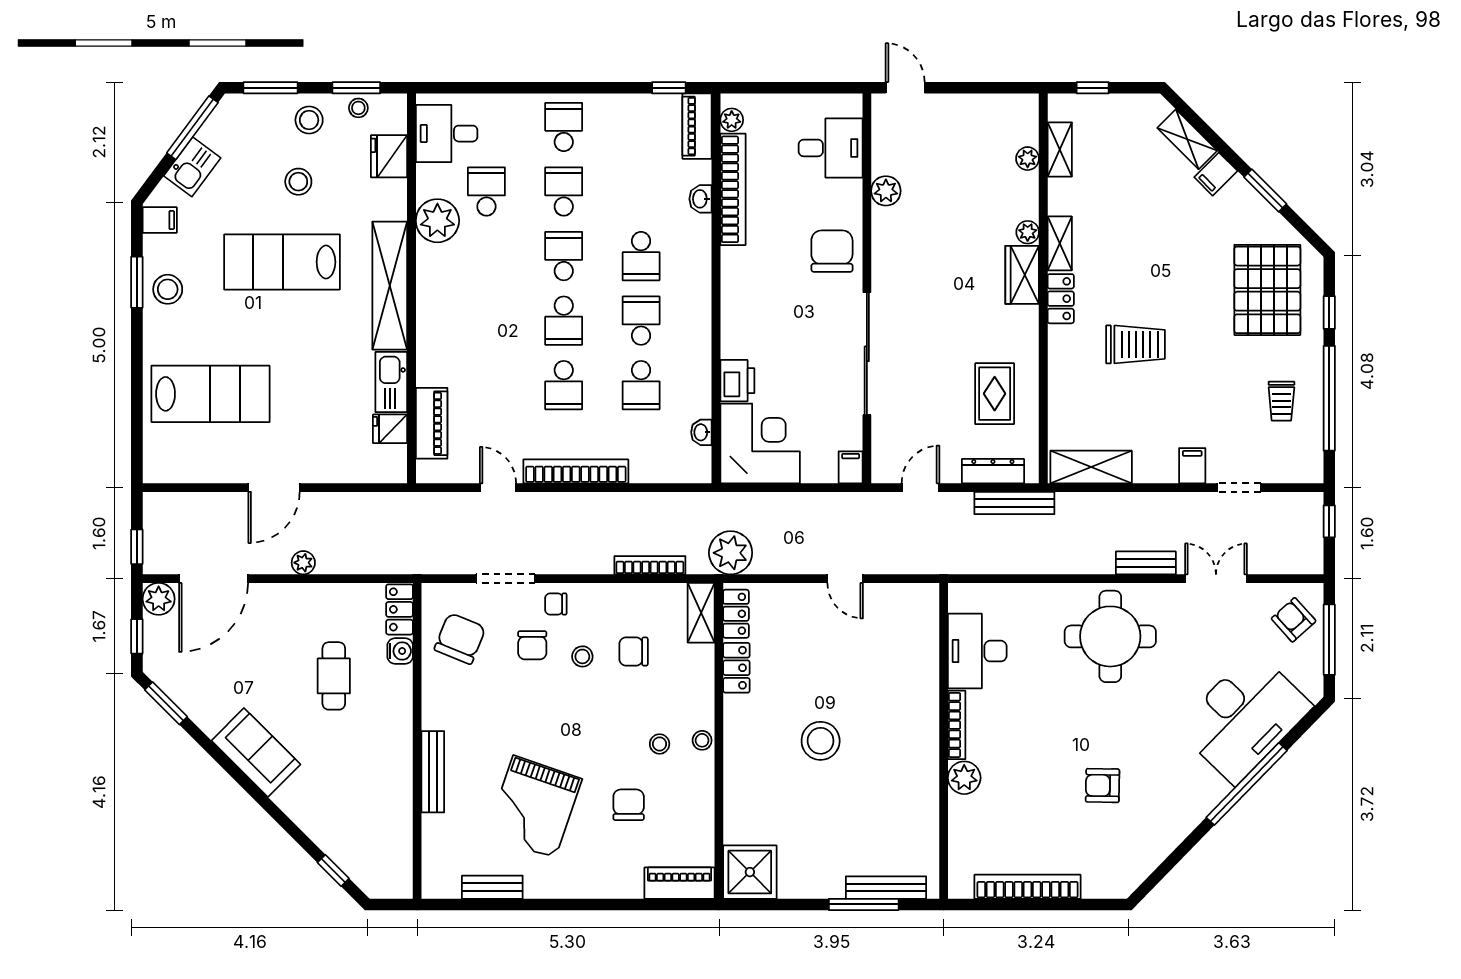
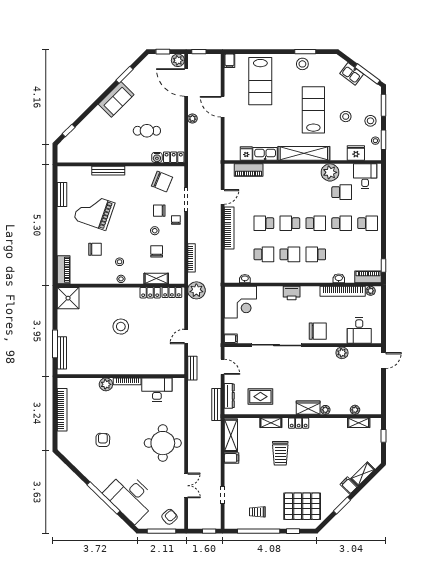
filing cabinet: (160, 220) -> (230, 61), moved
shelving: (1060, 243) -> (271, 423), moved
printer: (737, 381) -> (292, 293), moved
school desk: (641, 385) -> (264, 254), turned 180
filing cabinet: (1192, 466) -> (231, 458), moved
bench: (1146, 563) -> (192, 368), moved
shelving: (701, 613) -> (156, 278), moved
window: (166, 703) -> (124, 75), moved

